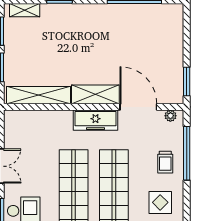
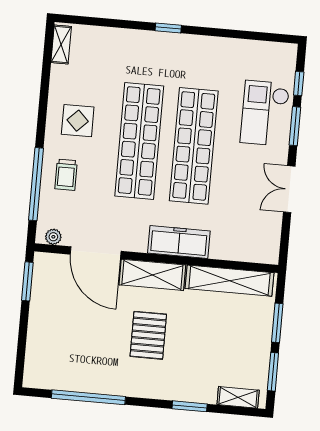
pallet: (94, 50) -> (148, 335), added
freezer: (95, 120) -> (179, 242), moved
trolley: (165, 162) -> (66, 175), turned 180

